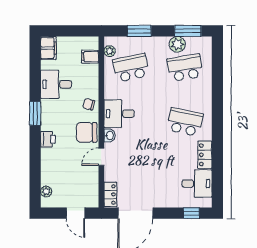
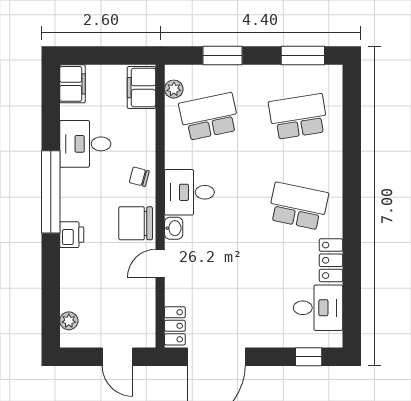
plant: (177, 44) -> (285, 78), removed
filing cabinet: (90, 57) -> (141, 88), width x2.00
window: (35, 113) -> (51, 192), width x2.11

